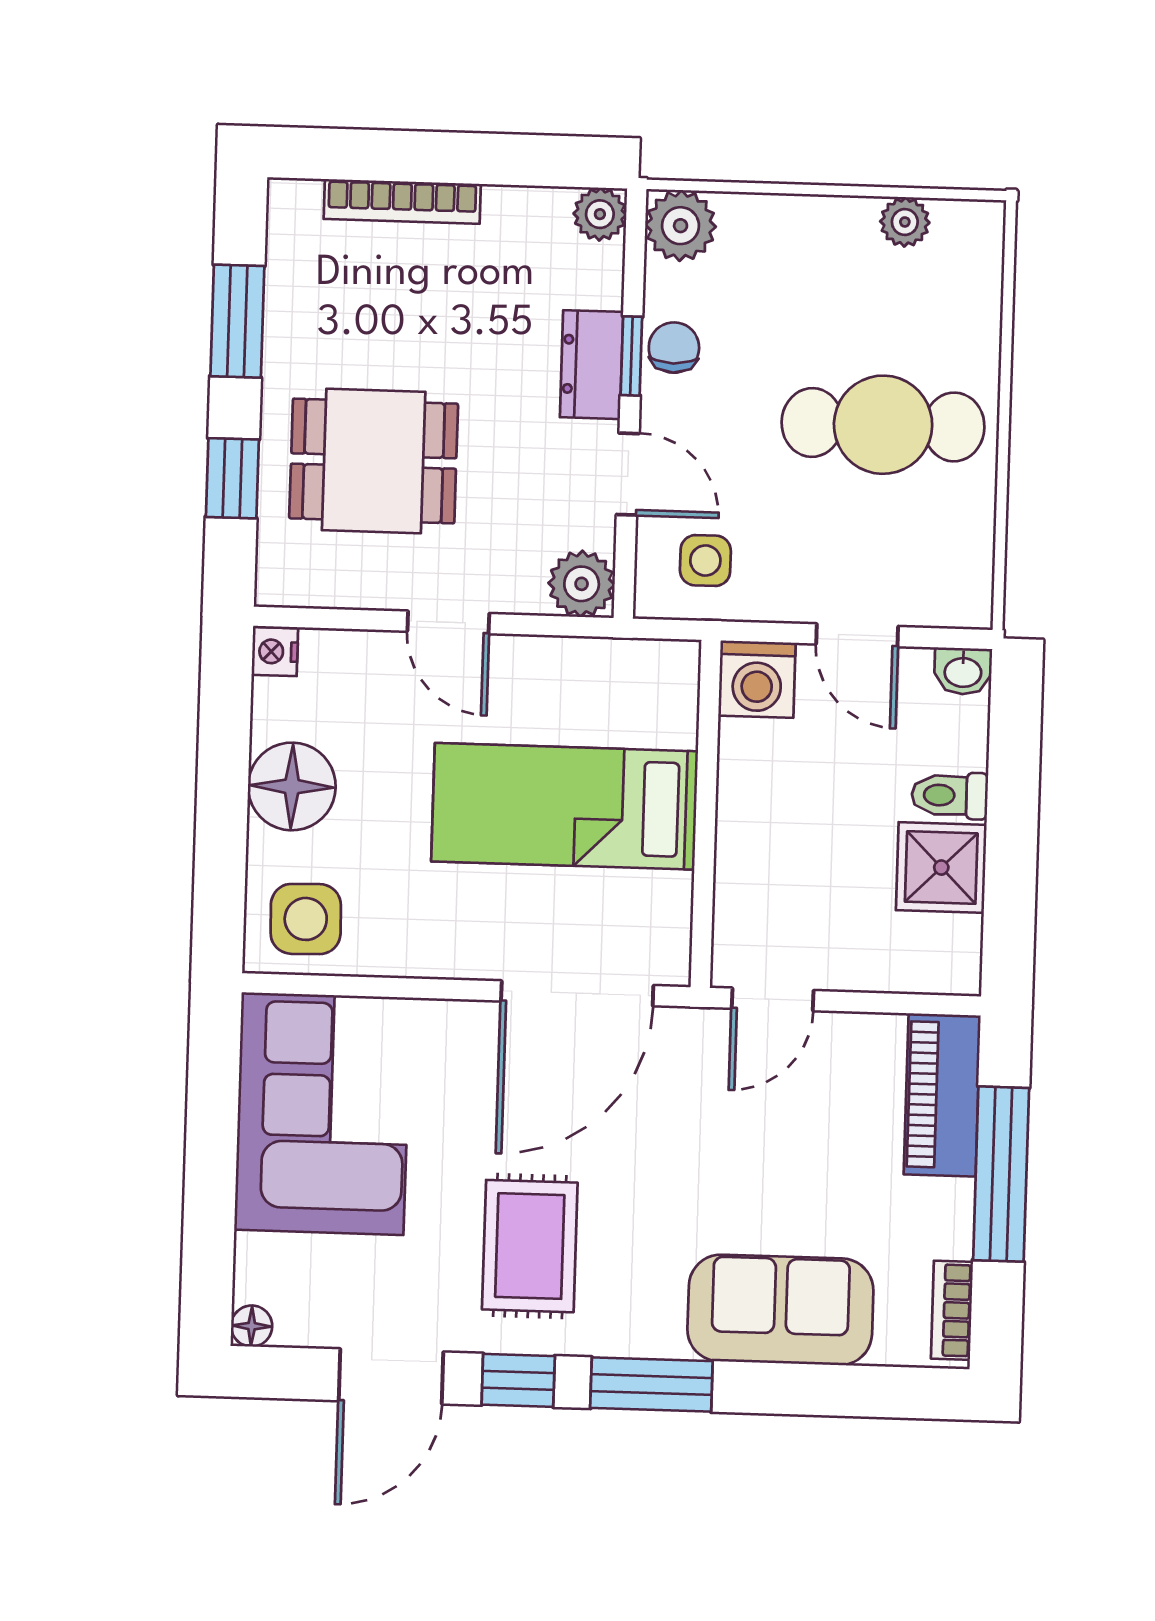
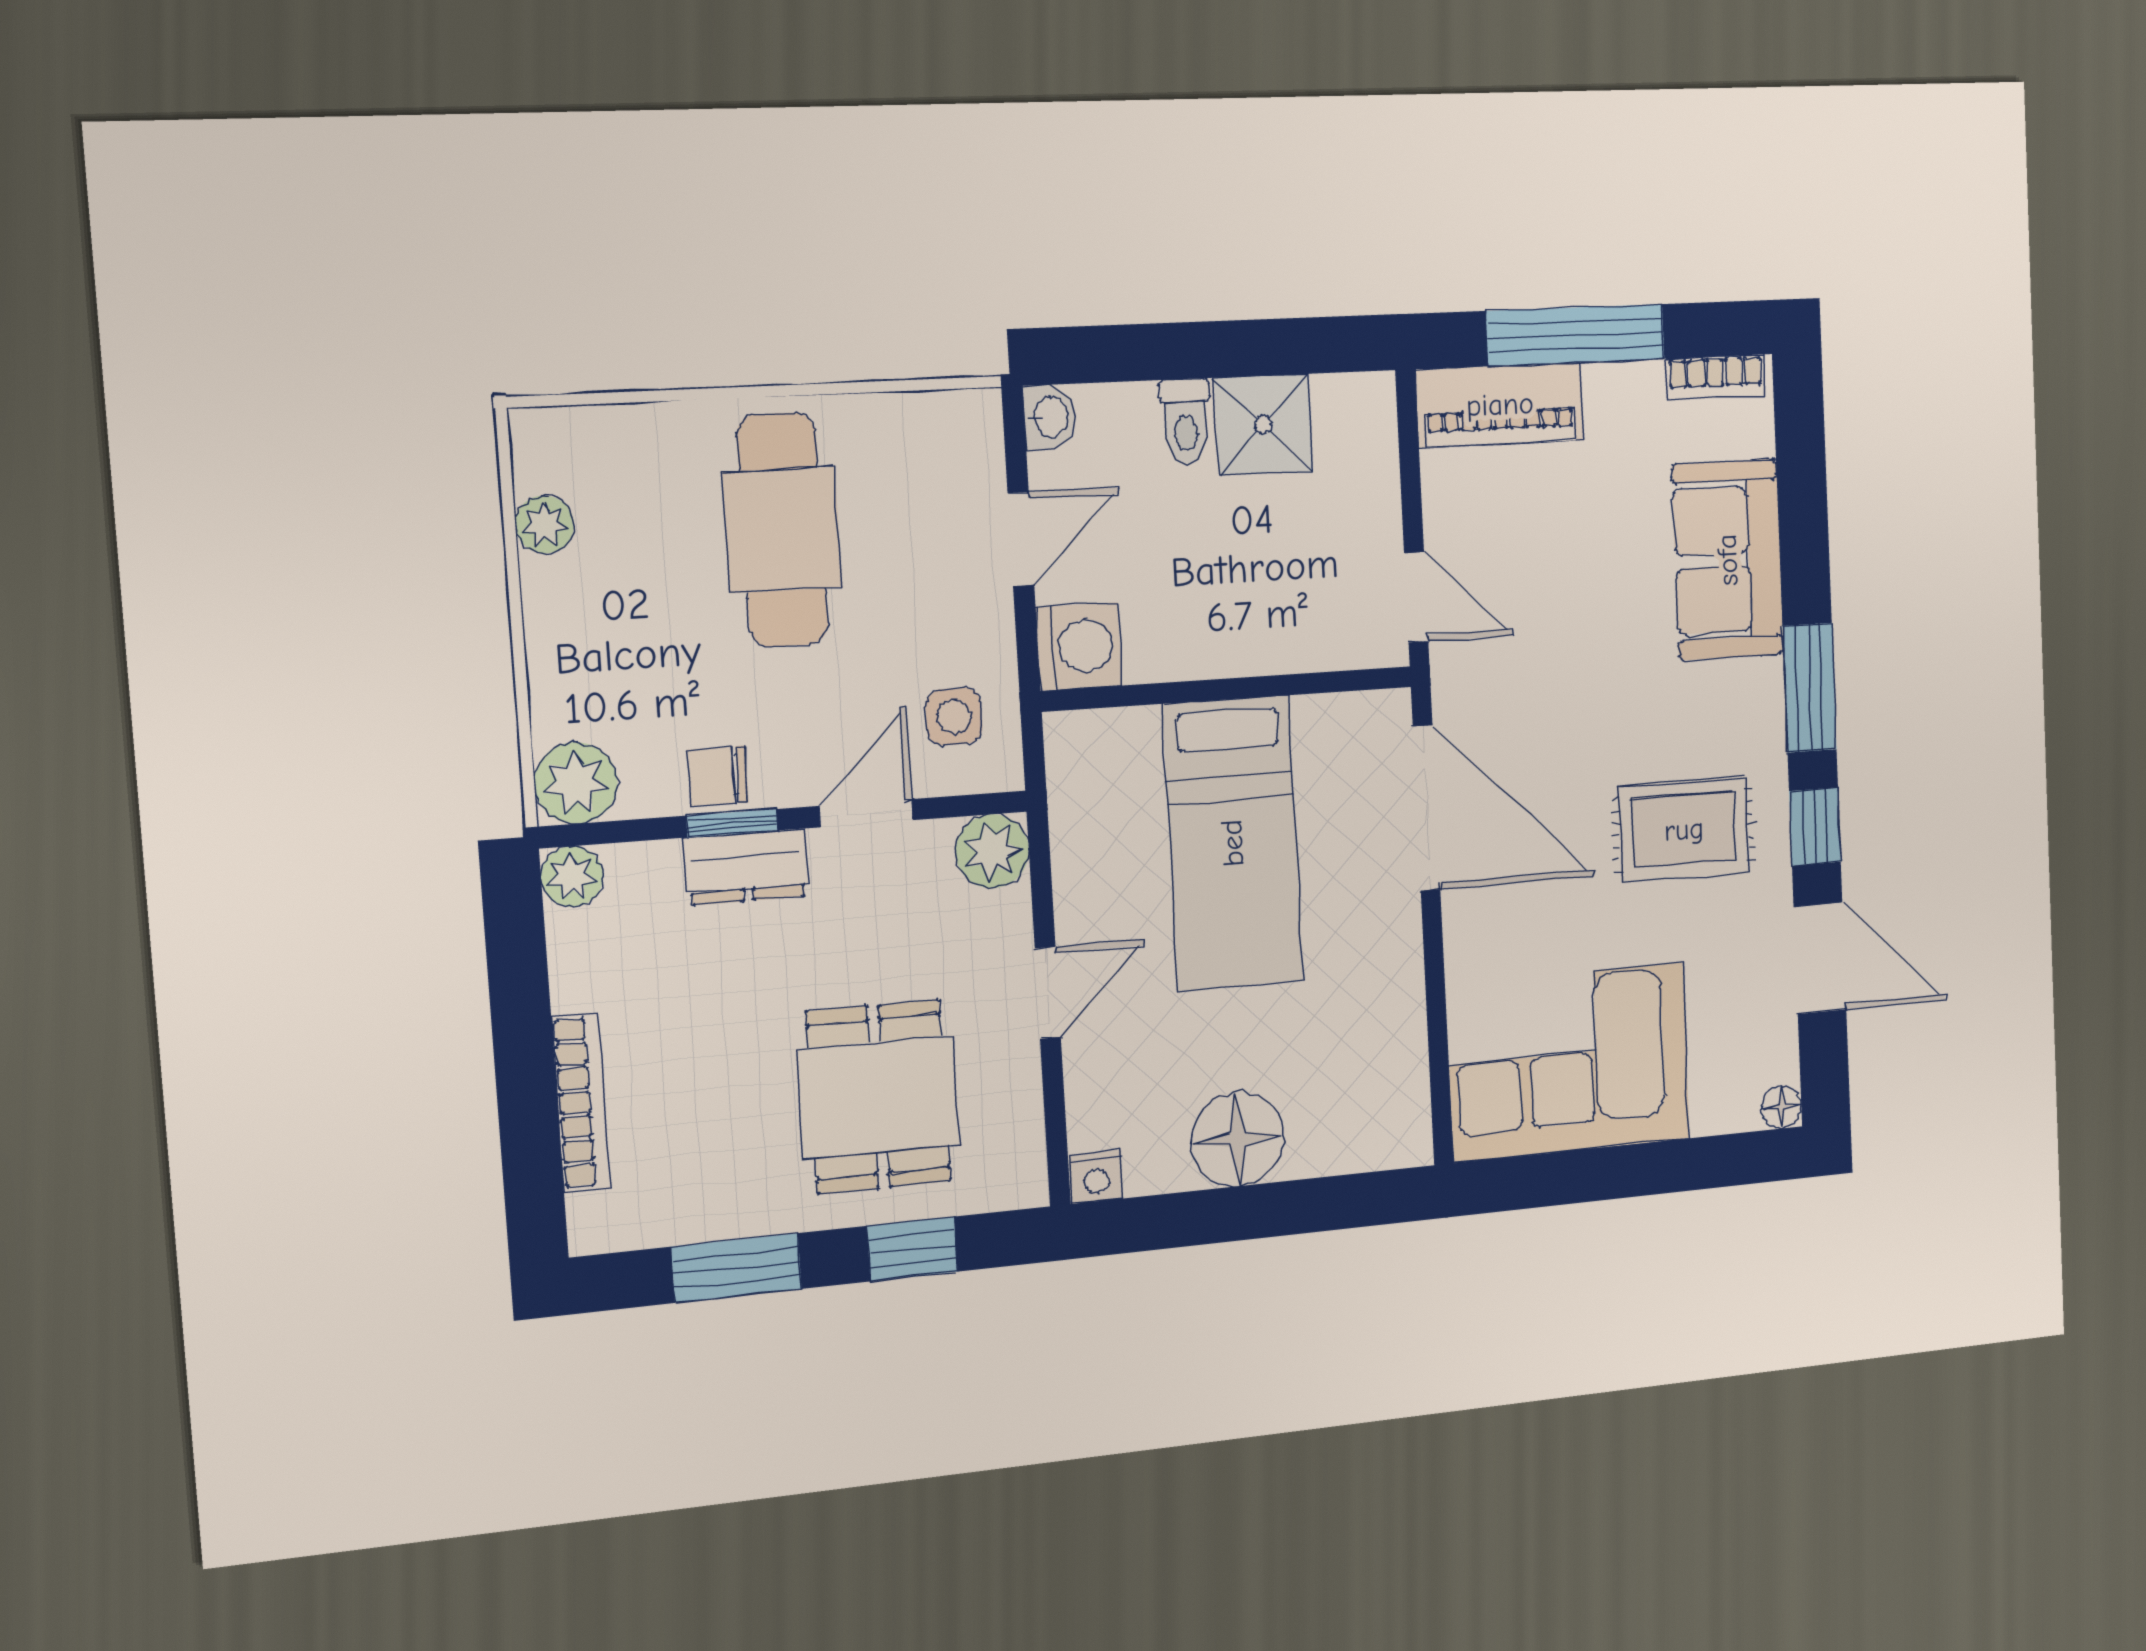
side table: (306, 919) -> (1374, 1106), removed

